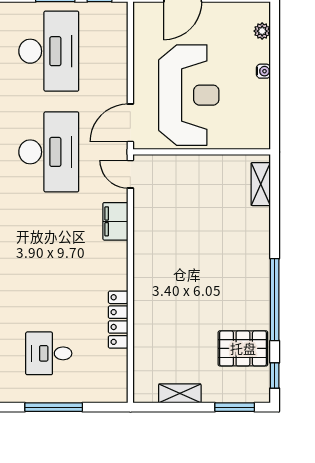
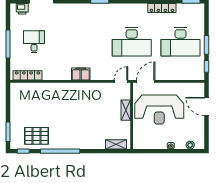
door: (130, 123) -> (146, 81), hinge flipped
filing cabinet: (115, 221) -> (81, 74), moved
locker: (118, 320) -> (27, 75), moved
pallet: (243, 348) -> (36, 136), turned 90
shelving: (180, 393) -> (126, 110), moved

